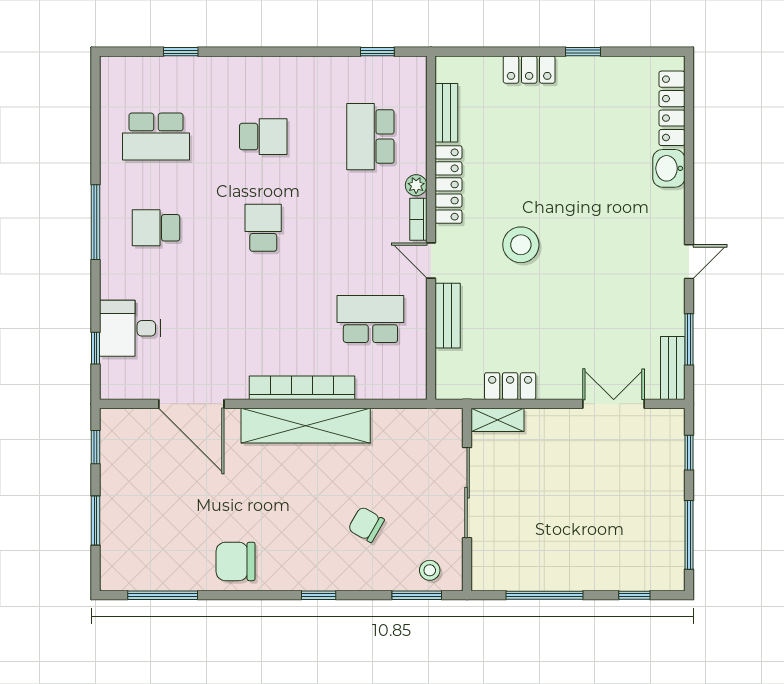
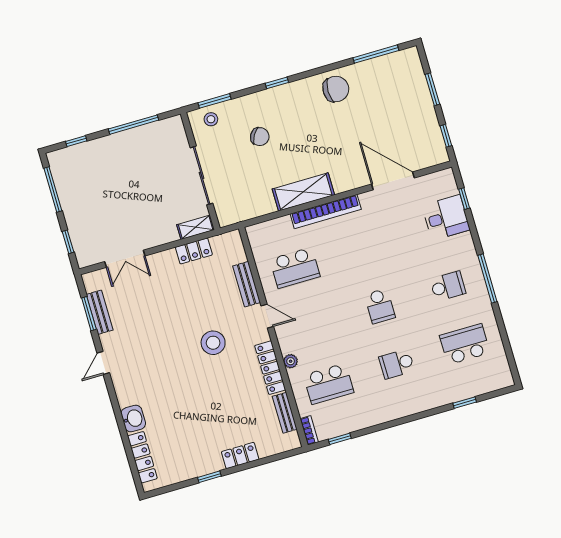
school desk: (370, 137) -> (329, 384), turned 90
bookcase: (418, 219) -> (309, 430), moved
bench: (673, 368) -> (100, 312), moved
shelving: (306, 426) -> (303, 192), width x0.68

